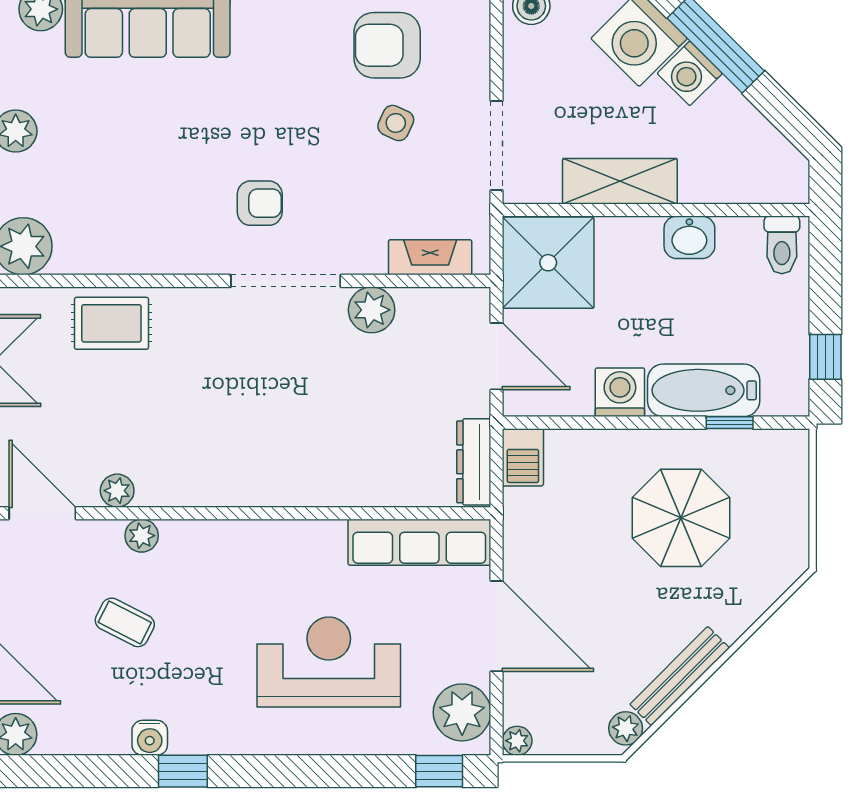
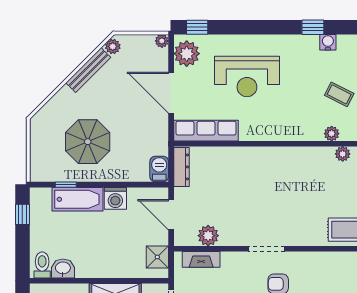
washbasin: (689, 237) -> (63, 268), moved
shower: (548, 263) -> (157, 257), width x0.54, depth x0.54
doorway: (286, 281) -> (266, 249), width x0.73
plant: (372, 310) -> (208, 236), moved

